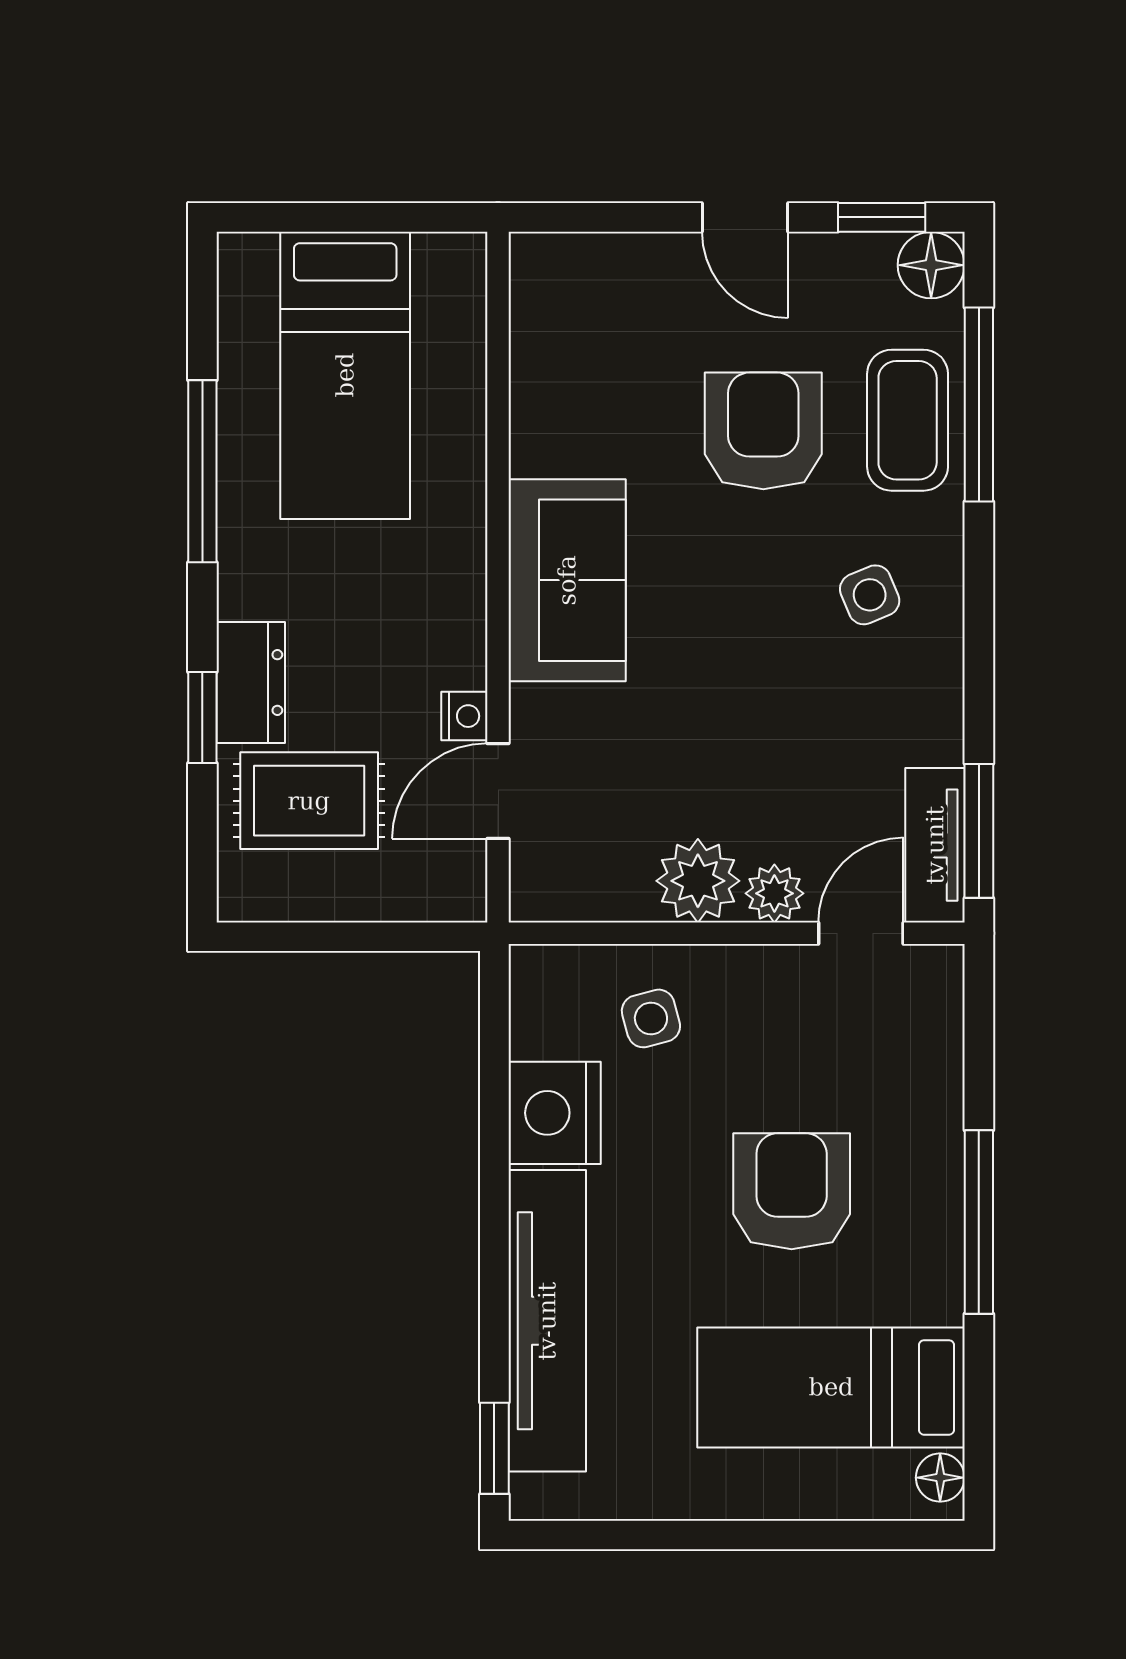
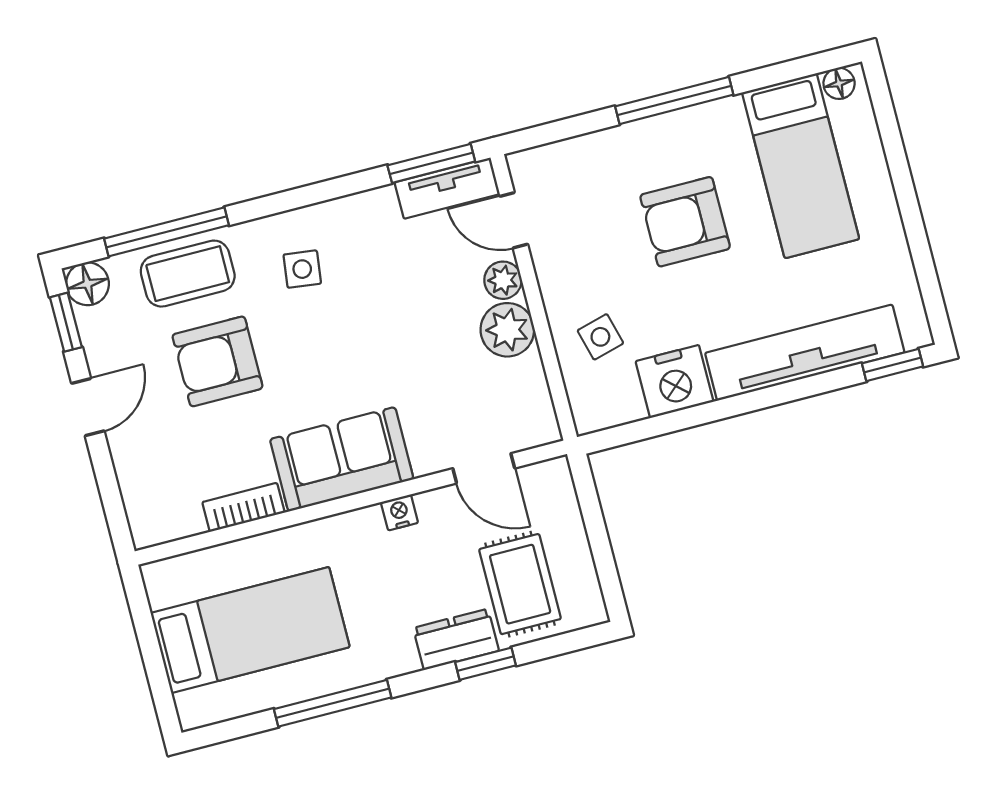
bookcase: (533, 413) -> (243, 507), added
side table: (870, 595) -> (302, 269), turned 30
nightstand: (464, 716) -> (399, 512), moved

